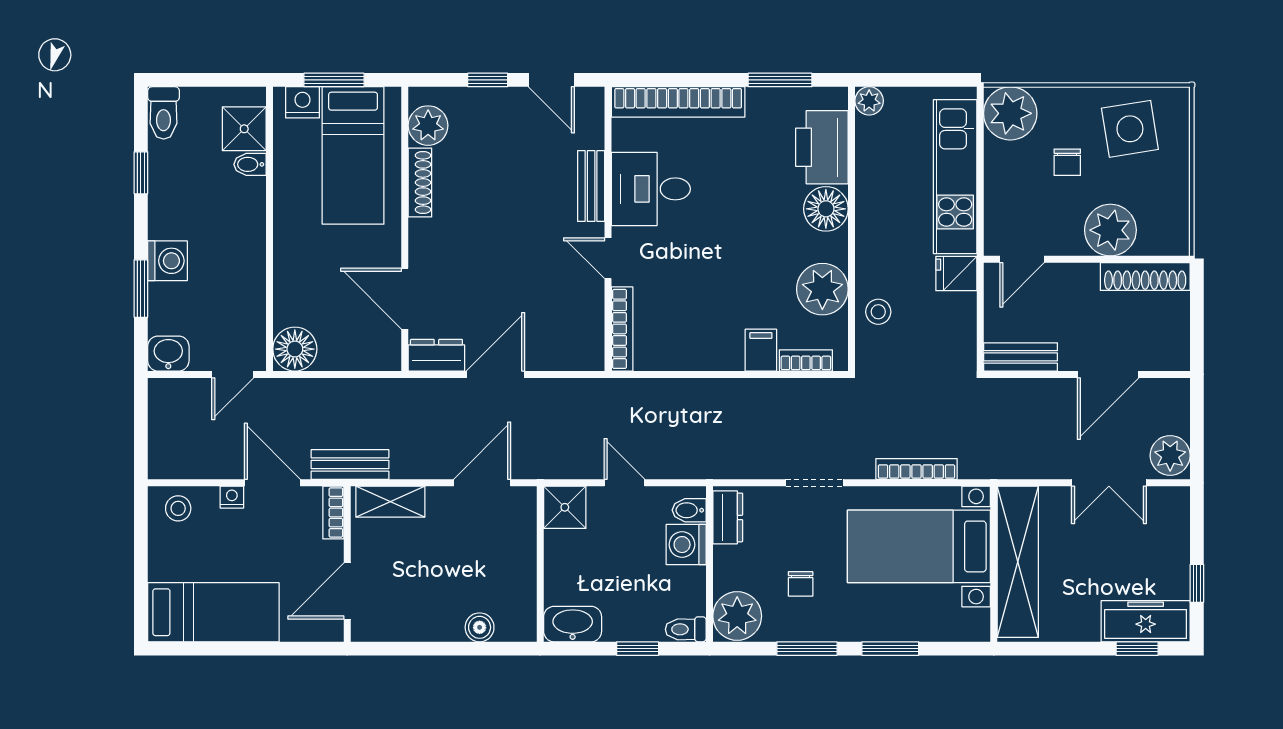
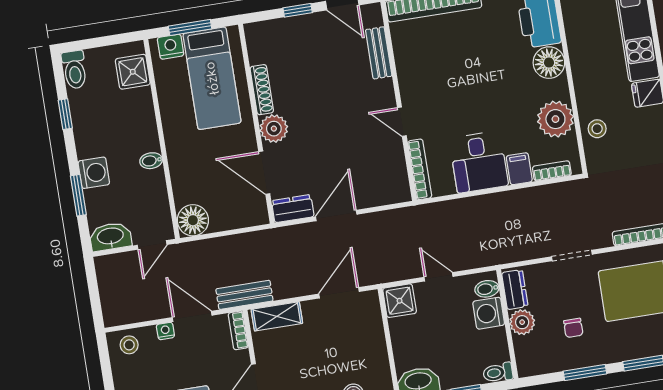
plant: (428, 126) -> (274, 129), moved
bidet: (250, 164) -> (151, 161), moved
bench: (591, 186) -> (379, 53), moved
desk: (651, 189) -> (479, 162), moved, turned -90
washbasin: (168, 354) -> (110, 237), width x1.38
plant: (737, 616) -> (522, 322), moved, width x0.73, depth x0.73

